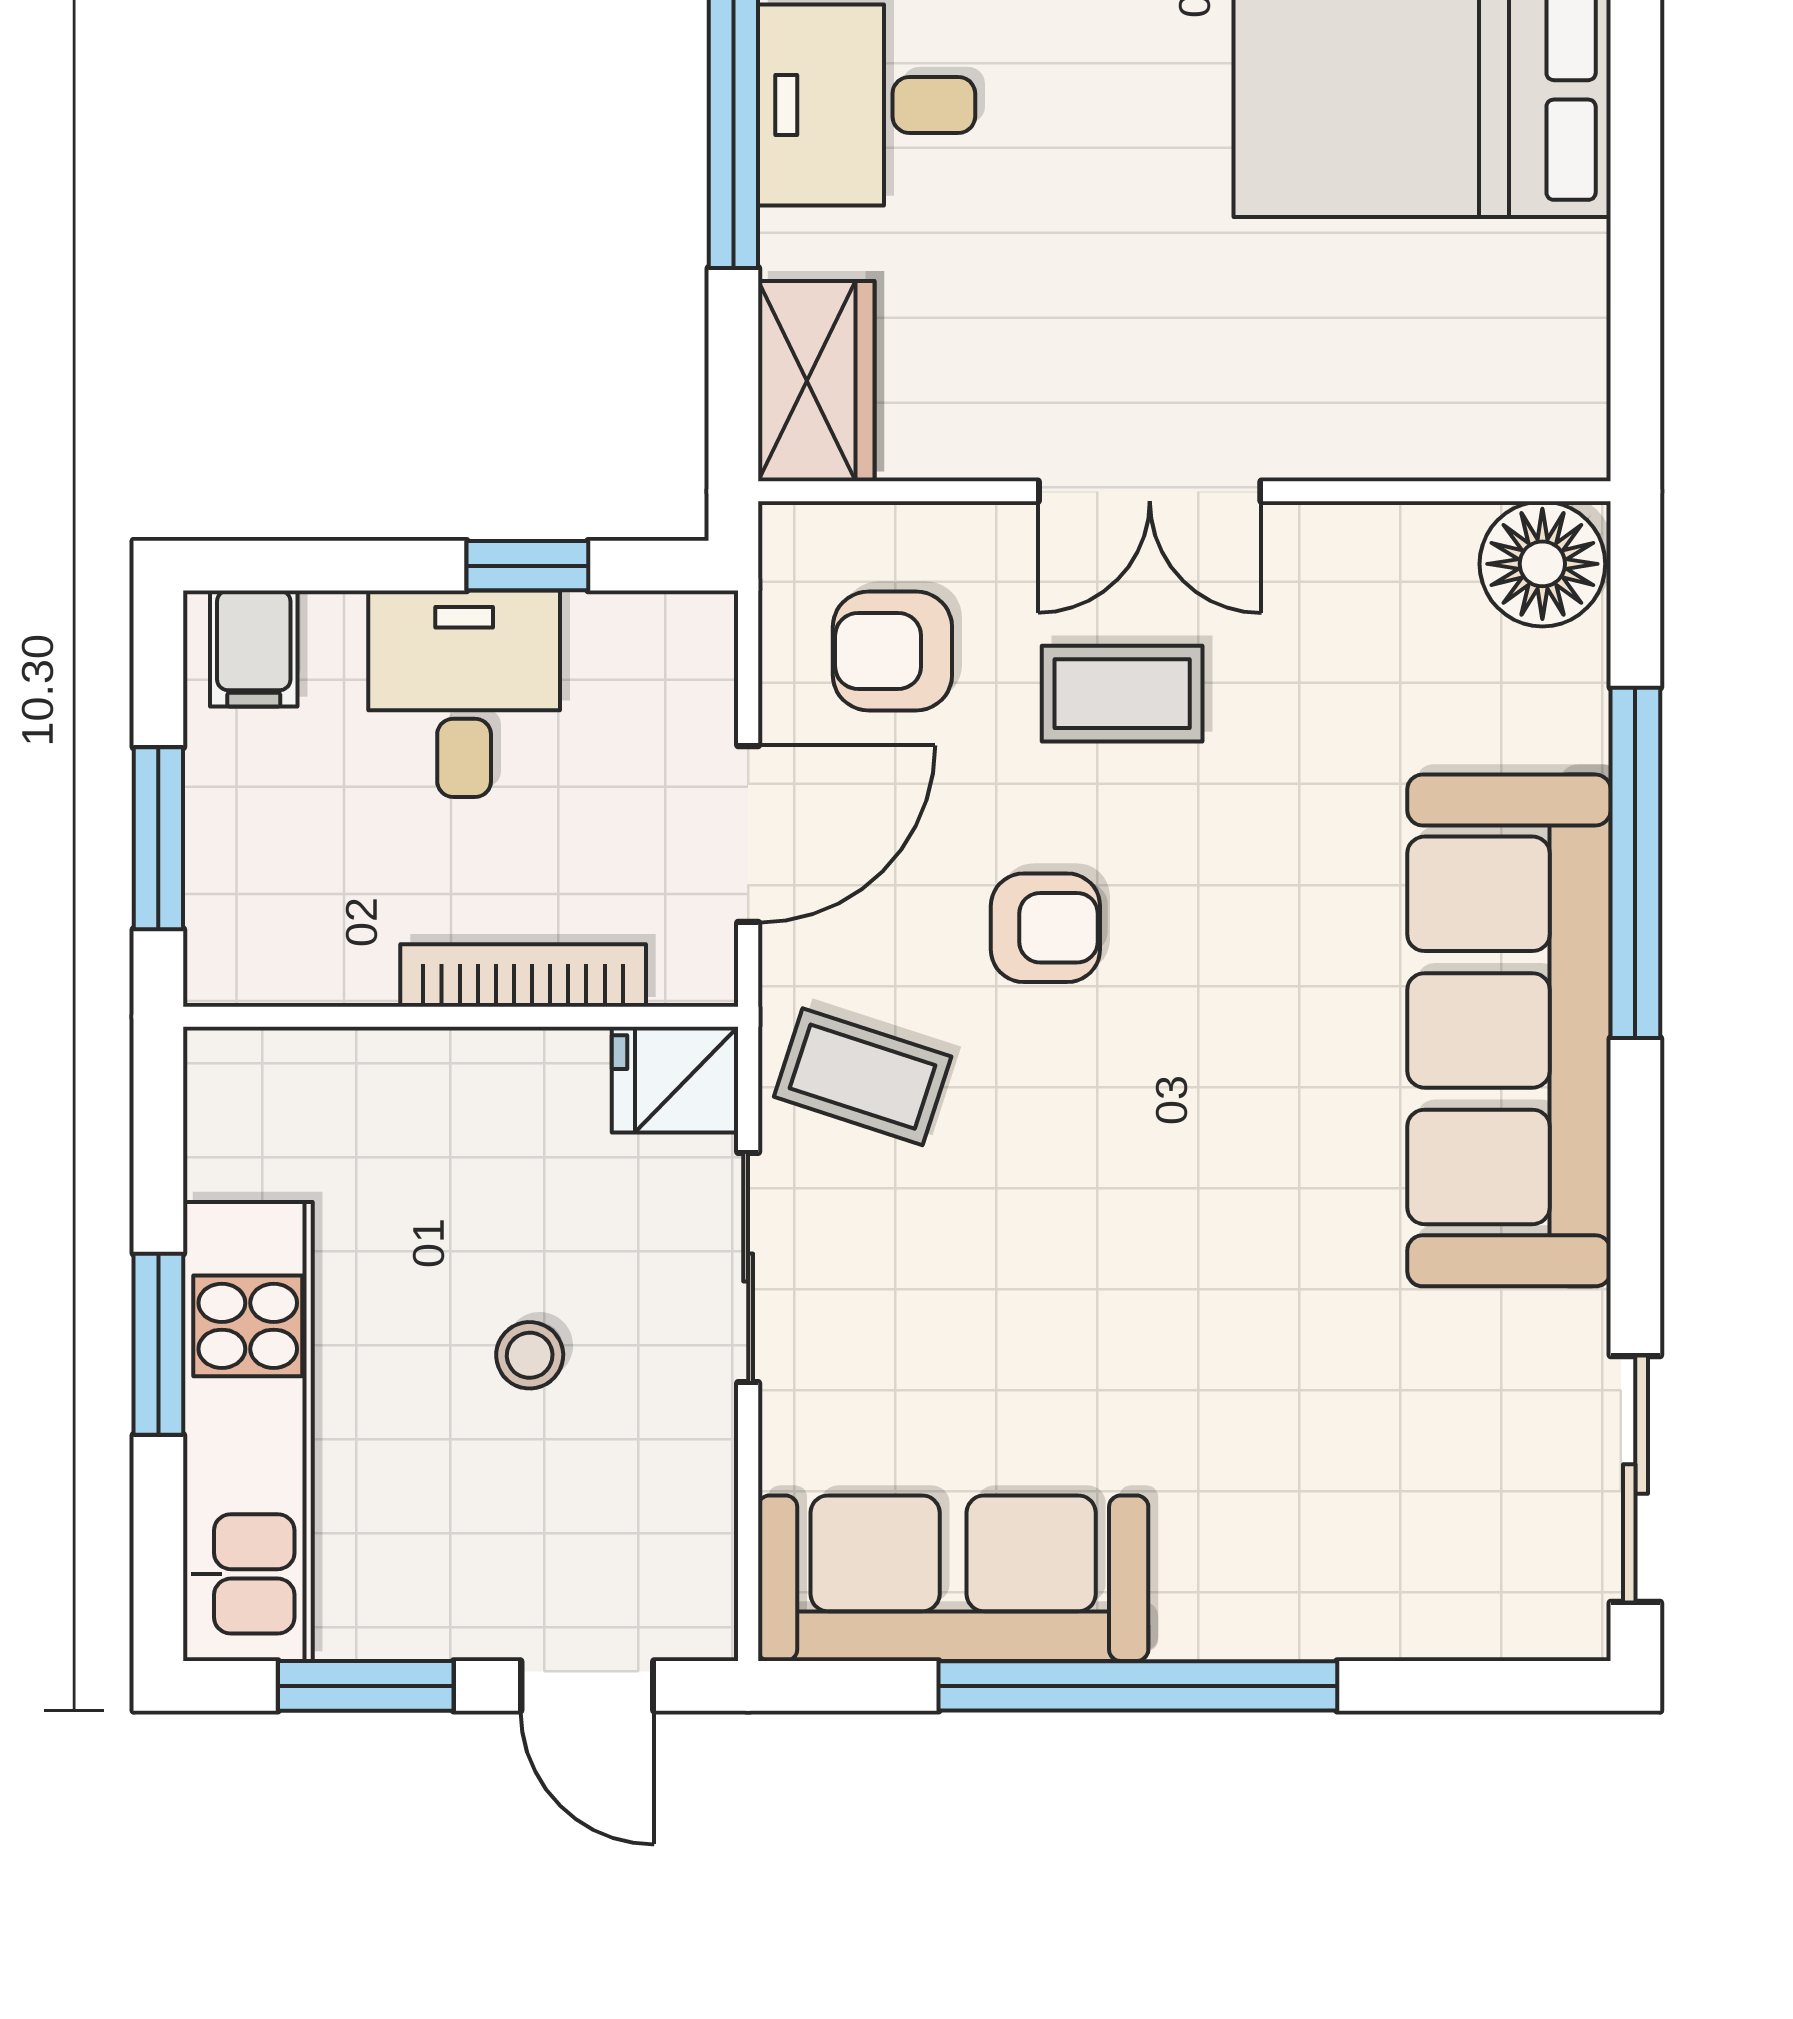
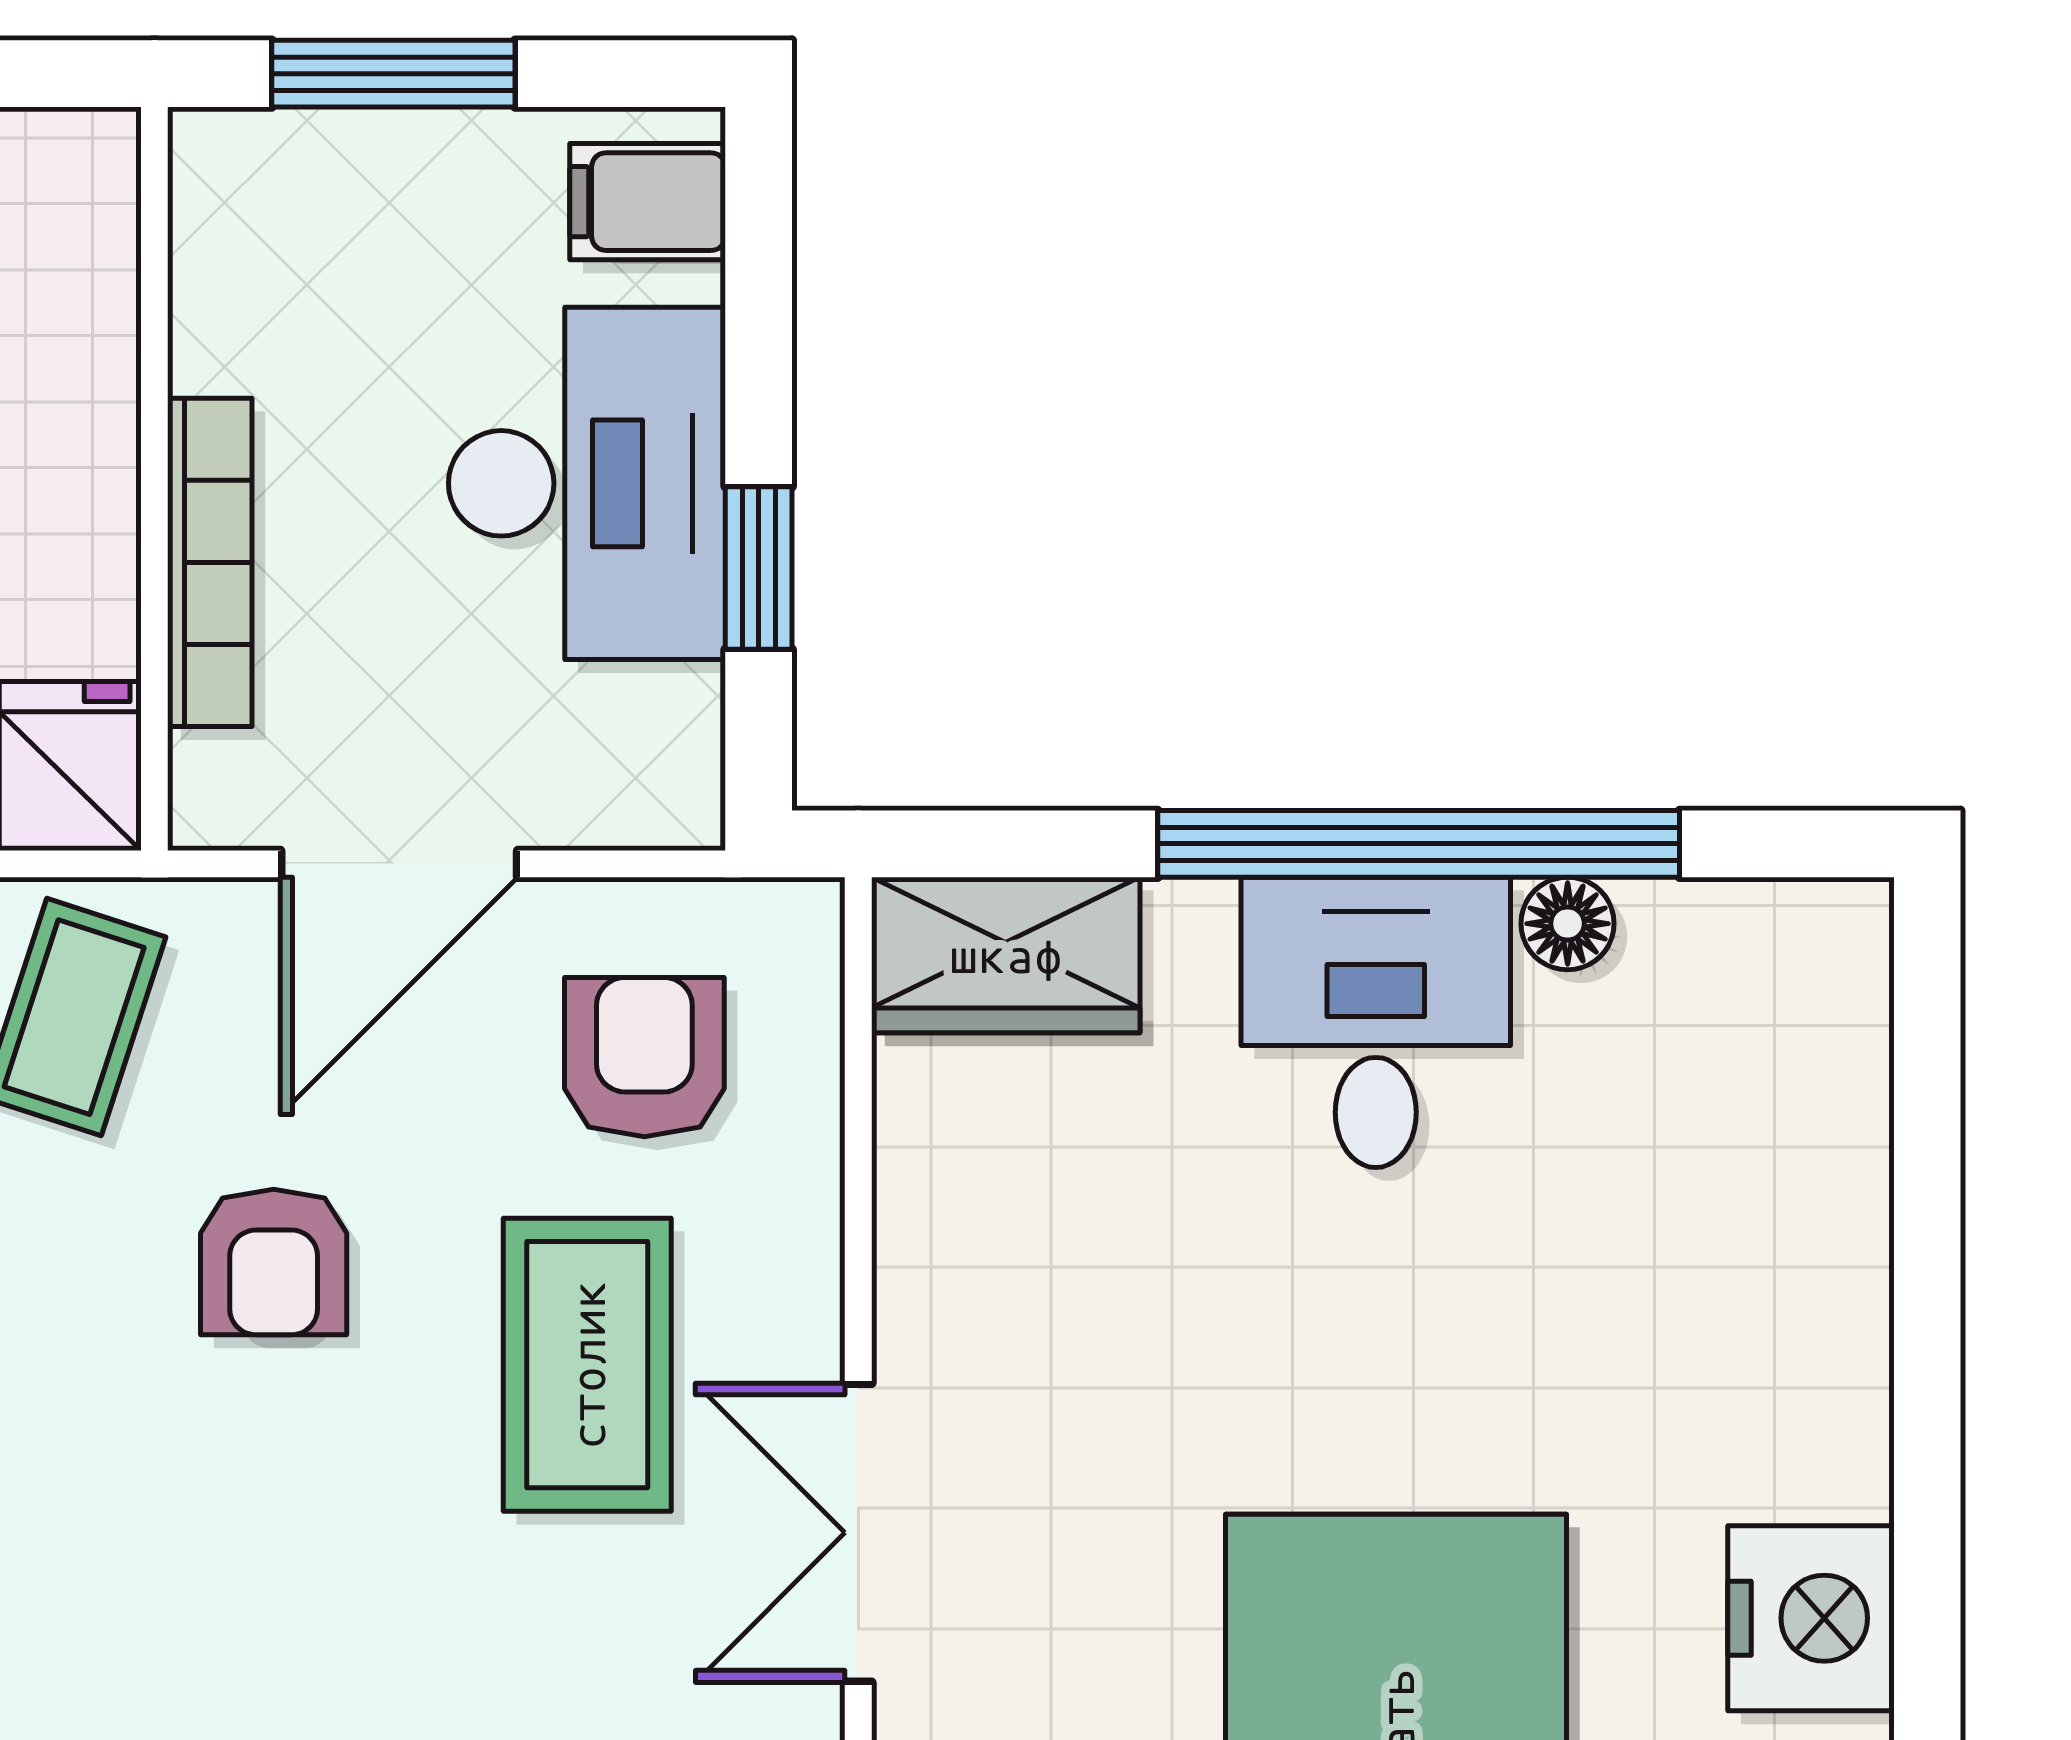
double door: (1150, 491) -> (858, 1533), moved
desk: (464, 694) -> (587, 483), width x1.37
coffee table: (1122, 694) -> (587, 1365), width x1.36, depth x1.30
door: (748, 834) -> (399, 864), hinge flipped

